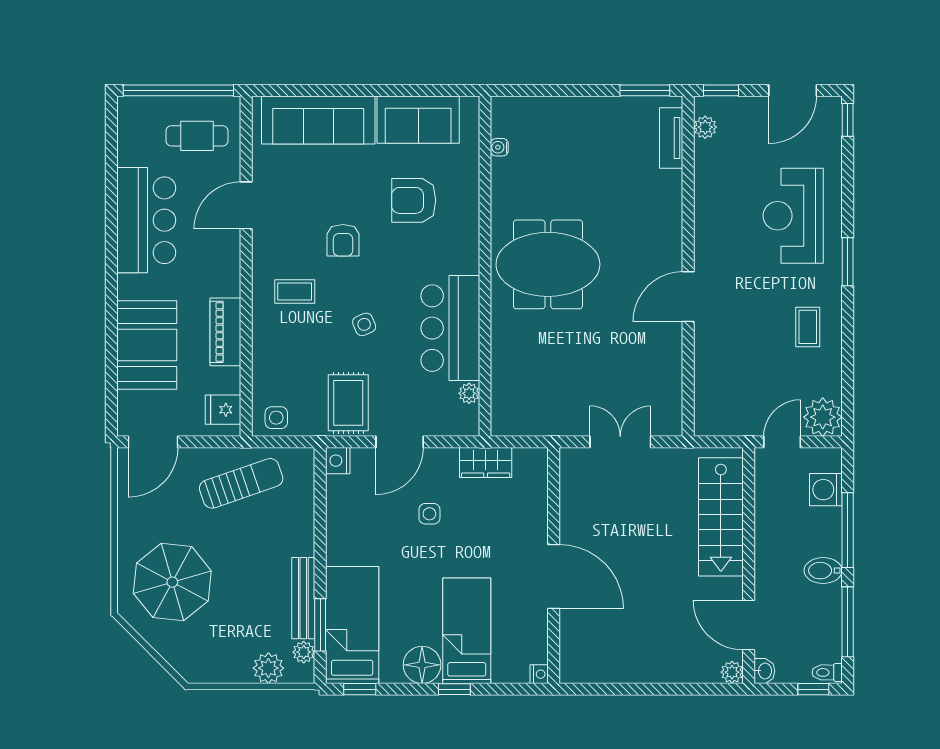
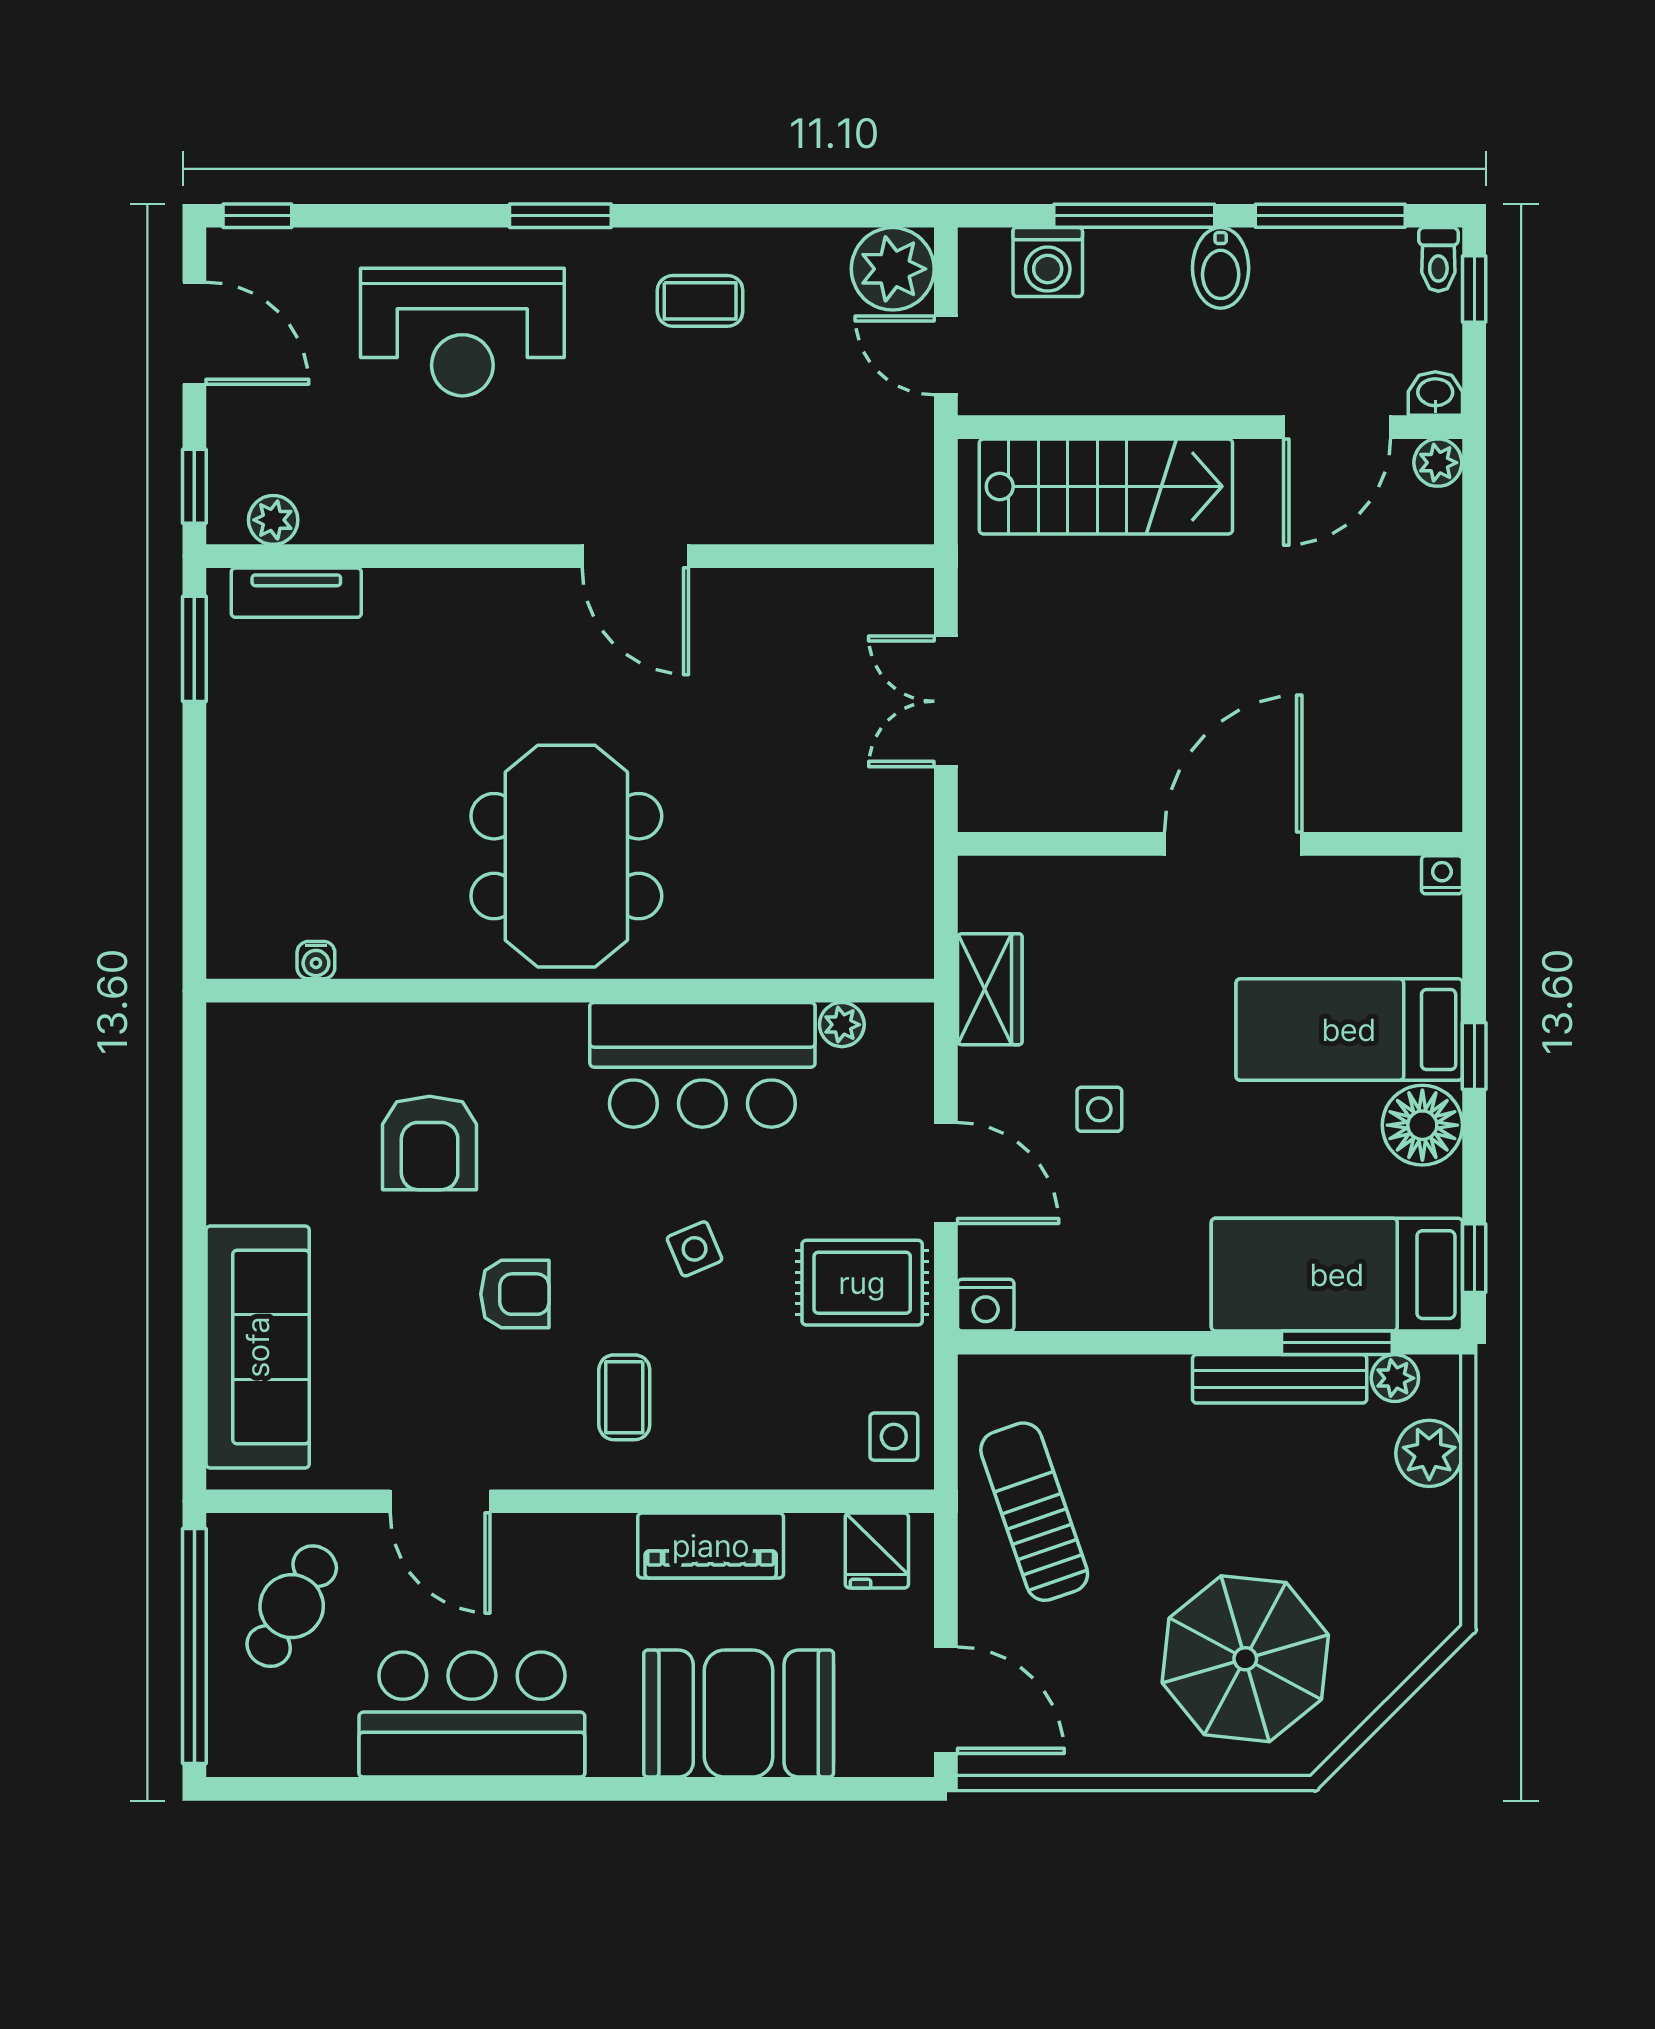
sofa: (418, 120) -> (257, 1133), removed
cafe table: (197, 136) -> (292, 1606), turned 30

